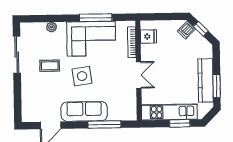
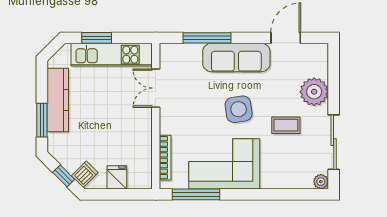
window: (96, 18) -> (196, 194), moved
plant: (51, 27) -> (321, 182), moved
fridge: (148, 36) -> (117, 177), moved, turned 90
double door: (139, 75) -> (156, 88), moved
window: (217, 86) -> (42, 120), moved
plant: (31, 89) -> (314, 92), added

